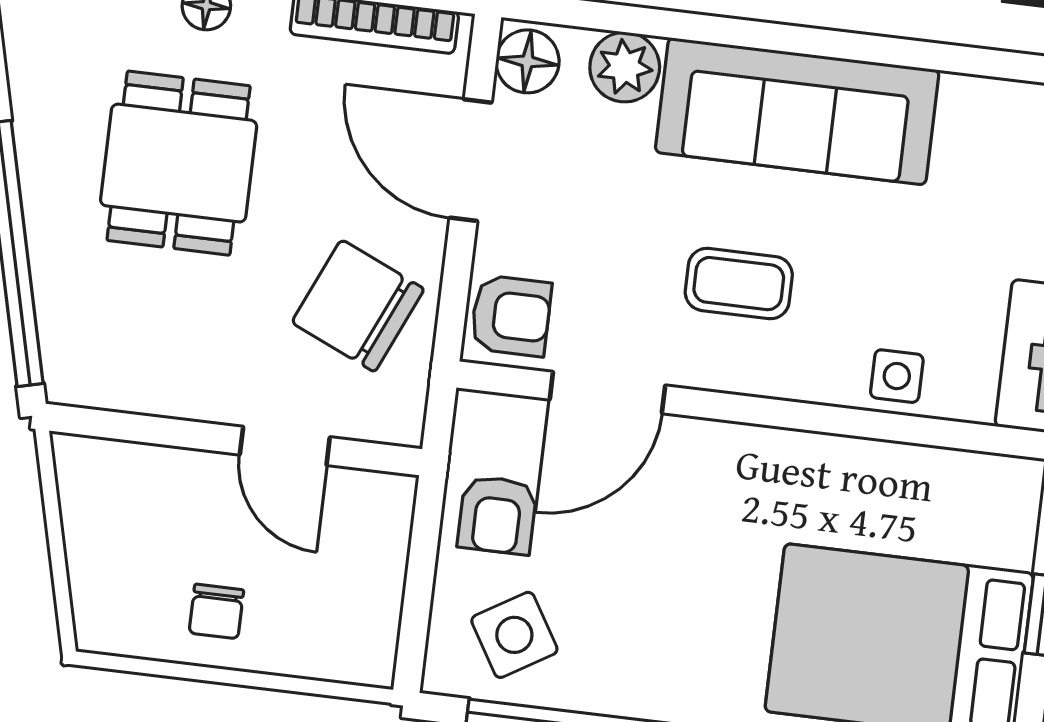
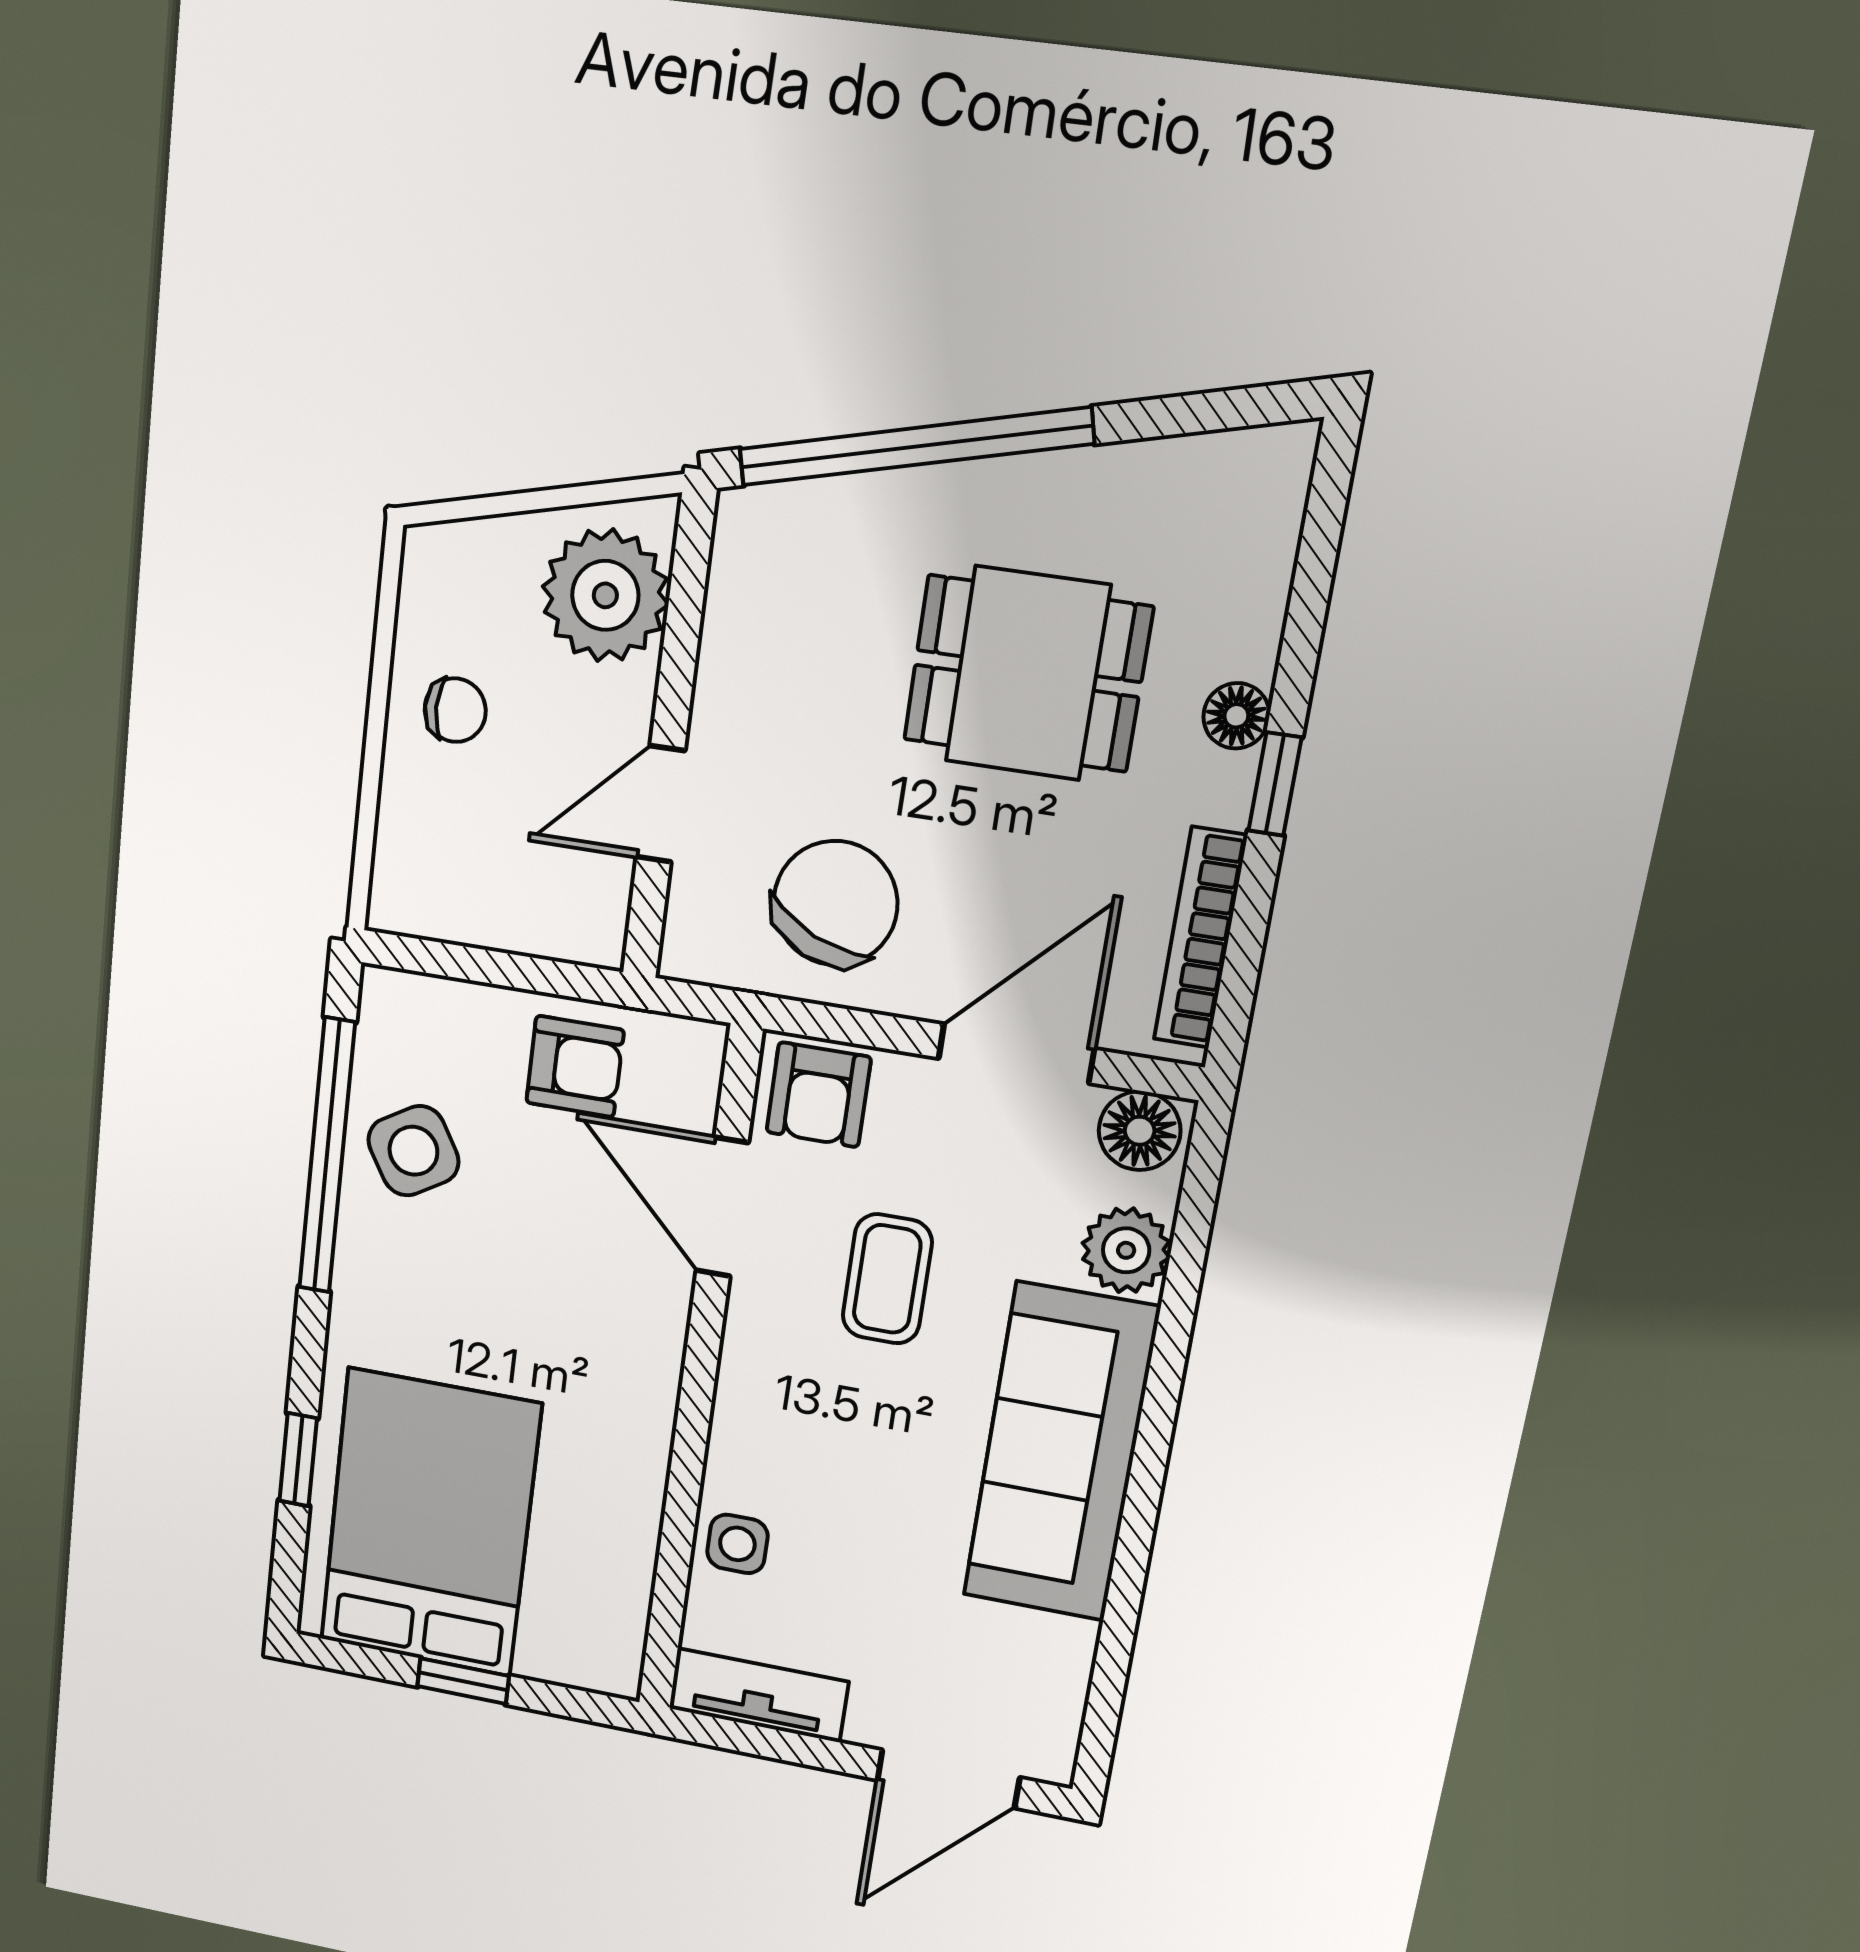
coffee table: (739, 284) -> (887, 1279), moved
plant: (126, 490) -> (605, 595), added
armchair: (497, 515) -> (575, 1066), turned 180
chair: (216, 611) -> (455, 710), turned 180
side table: (514, 635) -> (413, 1151), moved

